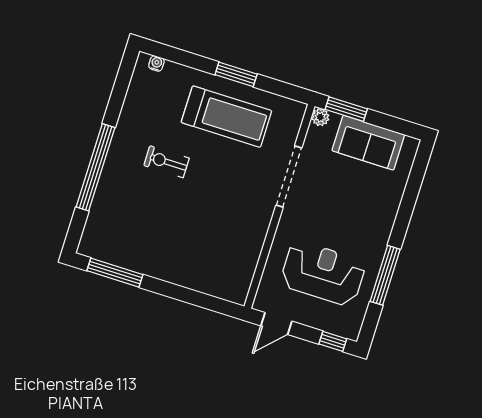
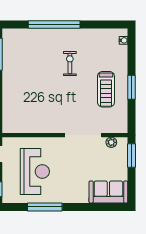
treadmill: (226, 117) -> (106, 89), width x0.73, depth x0.73
plant: (320, 117) -> (111, 142), moved
sofa: (368, 143) -> (108, 192), moved, turned 90

